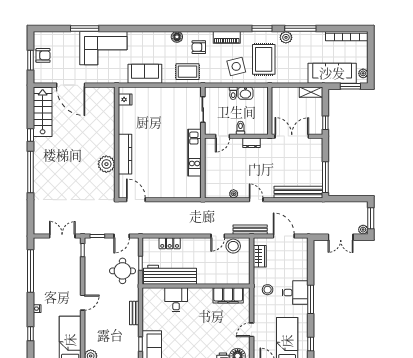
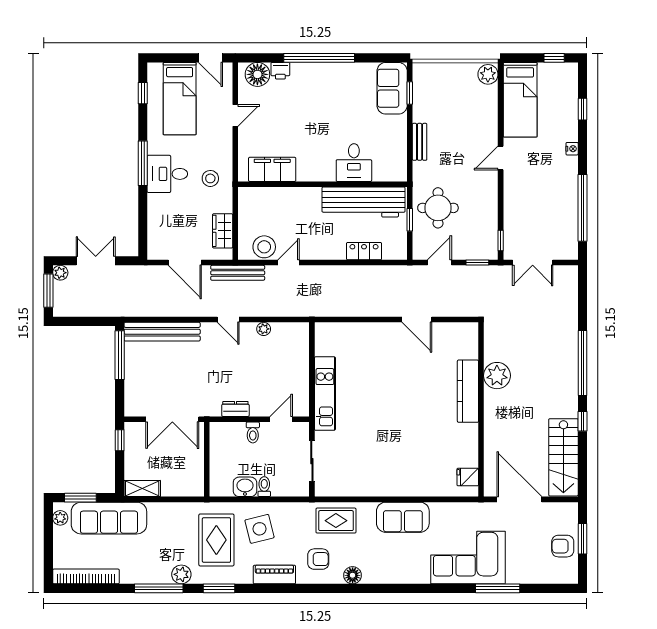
fridge: (125, 99) -> (468, 477), moved
wall: (117, 142) -> (481, 409), moved
kitchen counter: (125, 154) -> (468, 391), moved
plant: (106, 164) -> (497, 376), moved

